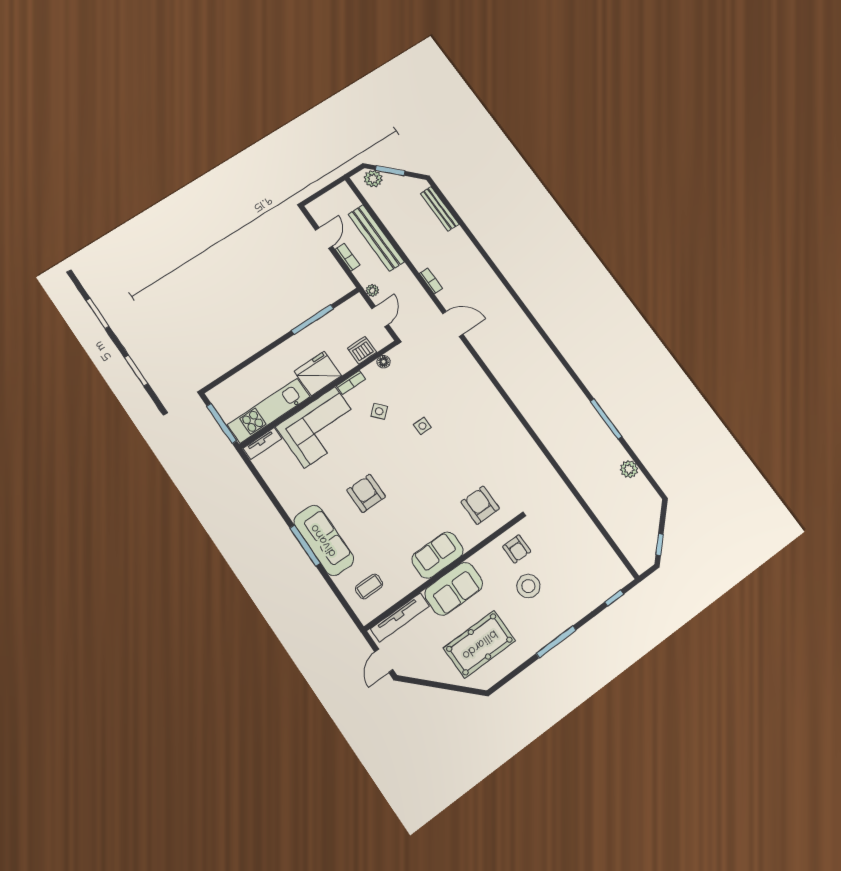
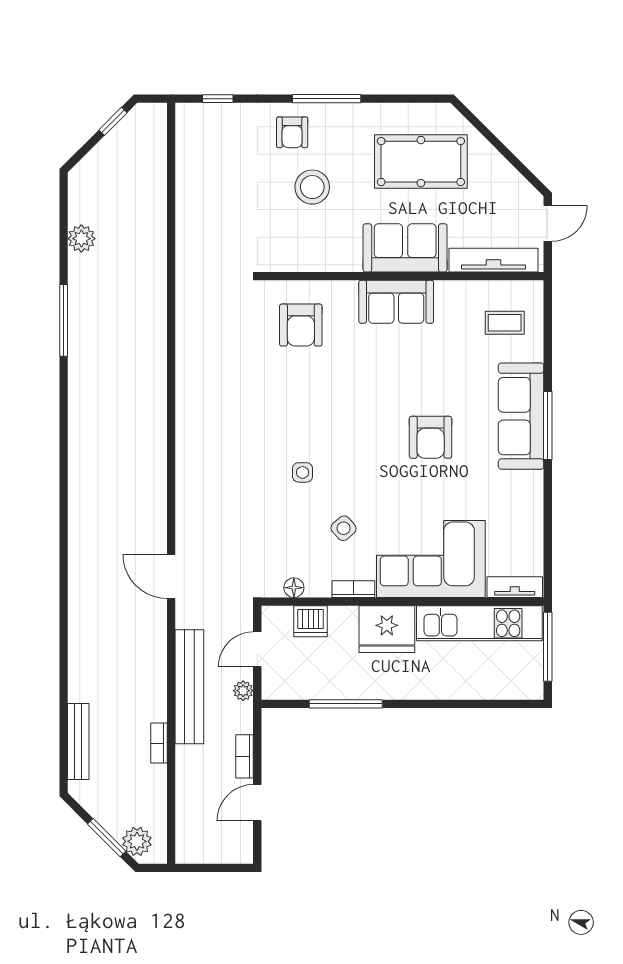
bench: (376, 238) -> (189, 687), moved
bookcase: (431, 281) -> (159, 743), moved
armchair: (517, 549) -> (292, 132), moved, turned 180

